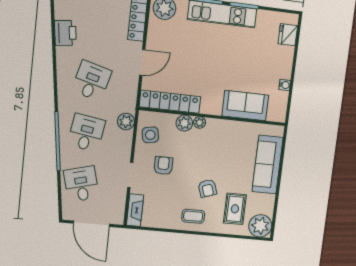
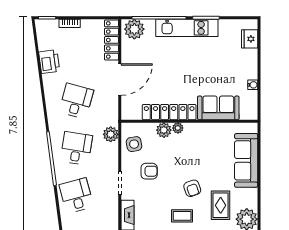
door: (142, 62) -> (120, 80), width x1.36
locker: (170, 102) -> (169, 112), moved
armchair: (163, 166) -> (149, 171), turned 90

